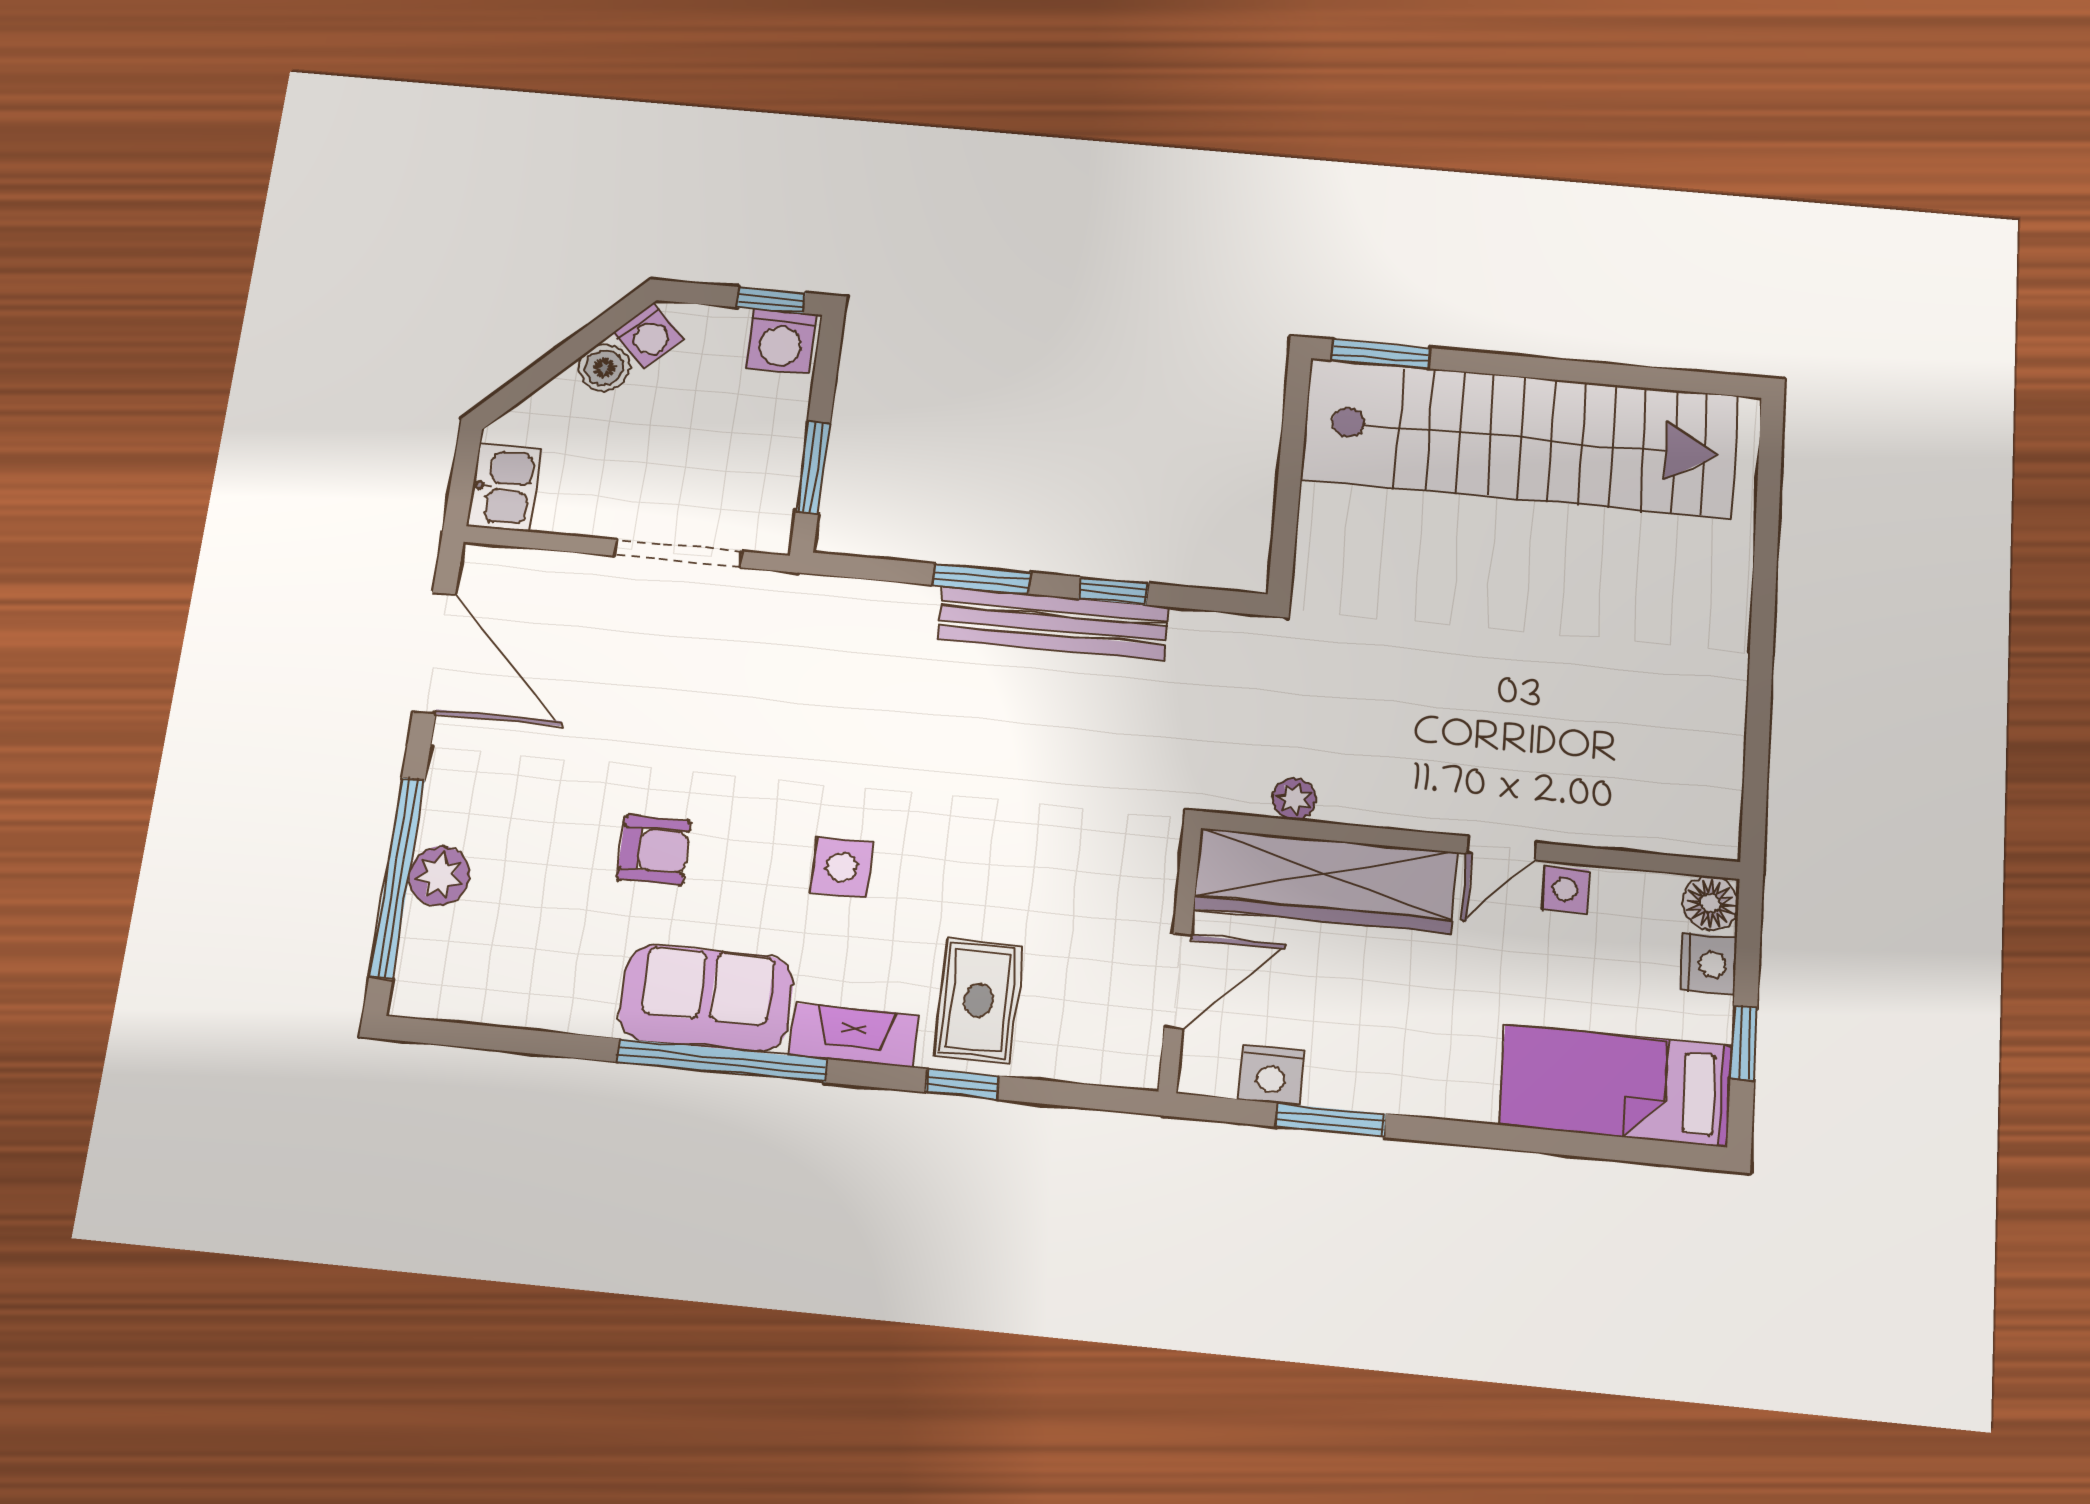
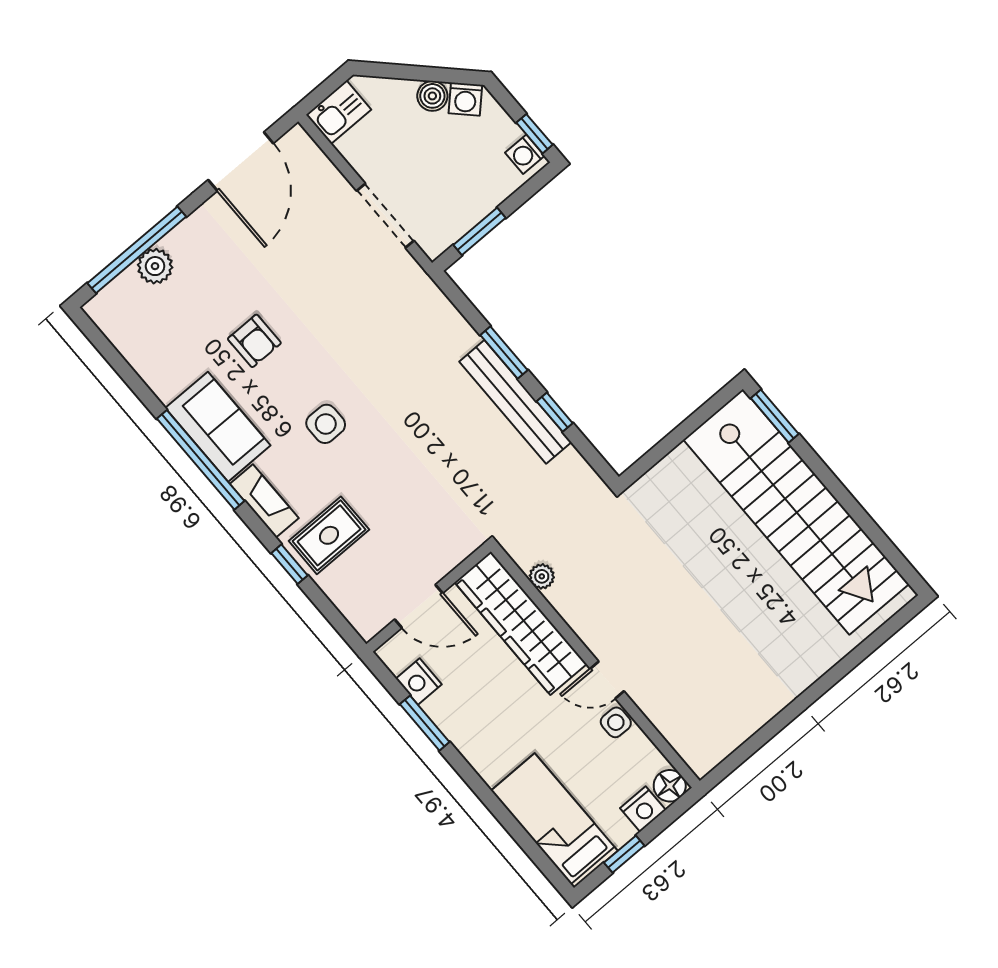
washing machine: (781, 341) -> (525, 154), width x0.73, depth x0.73

